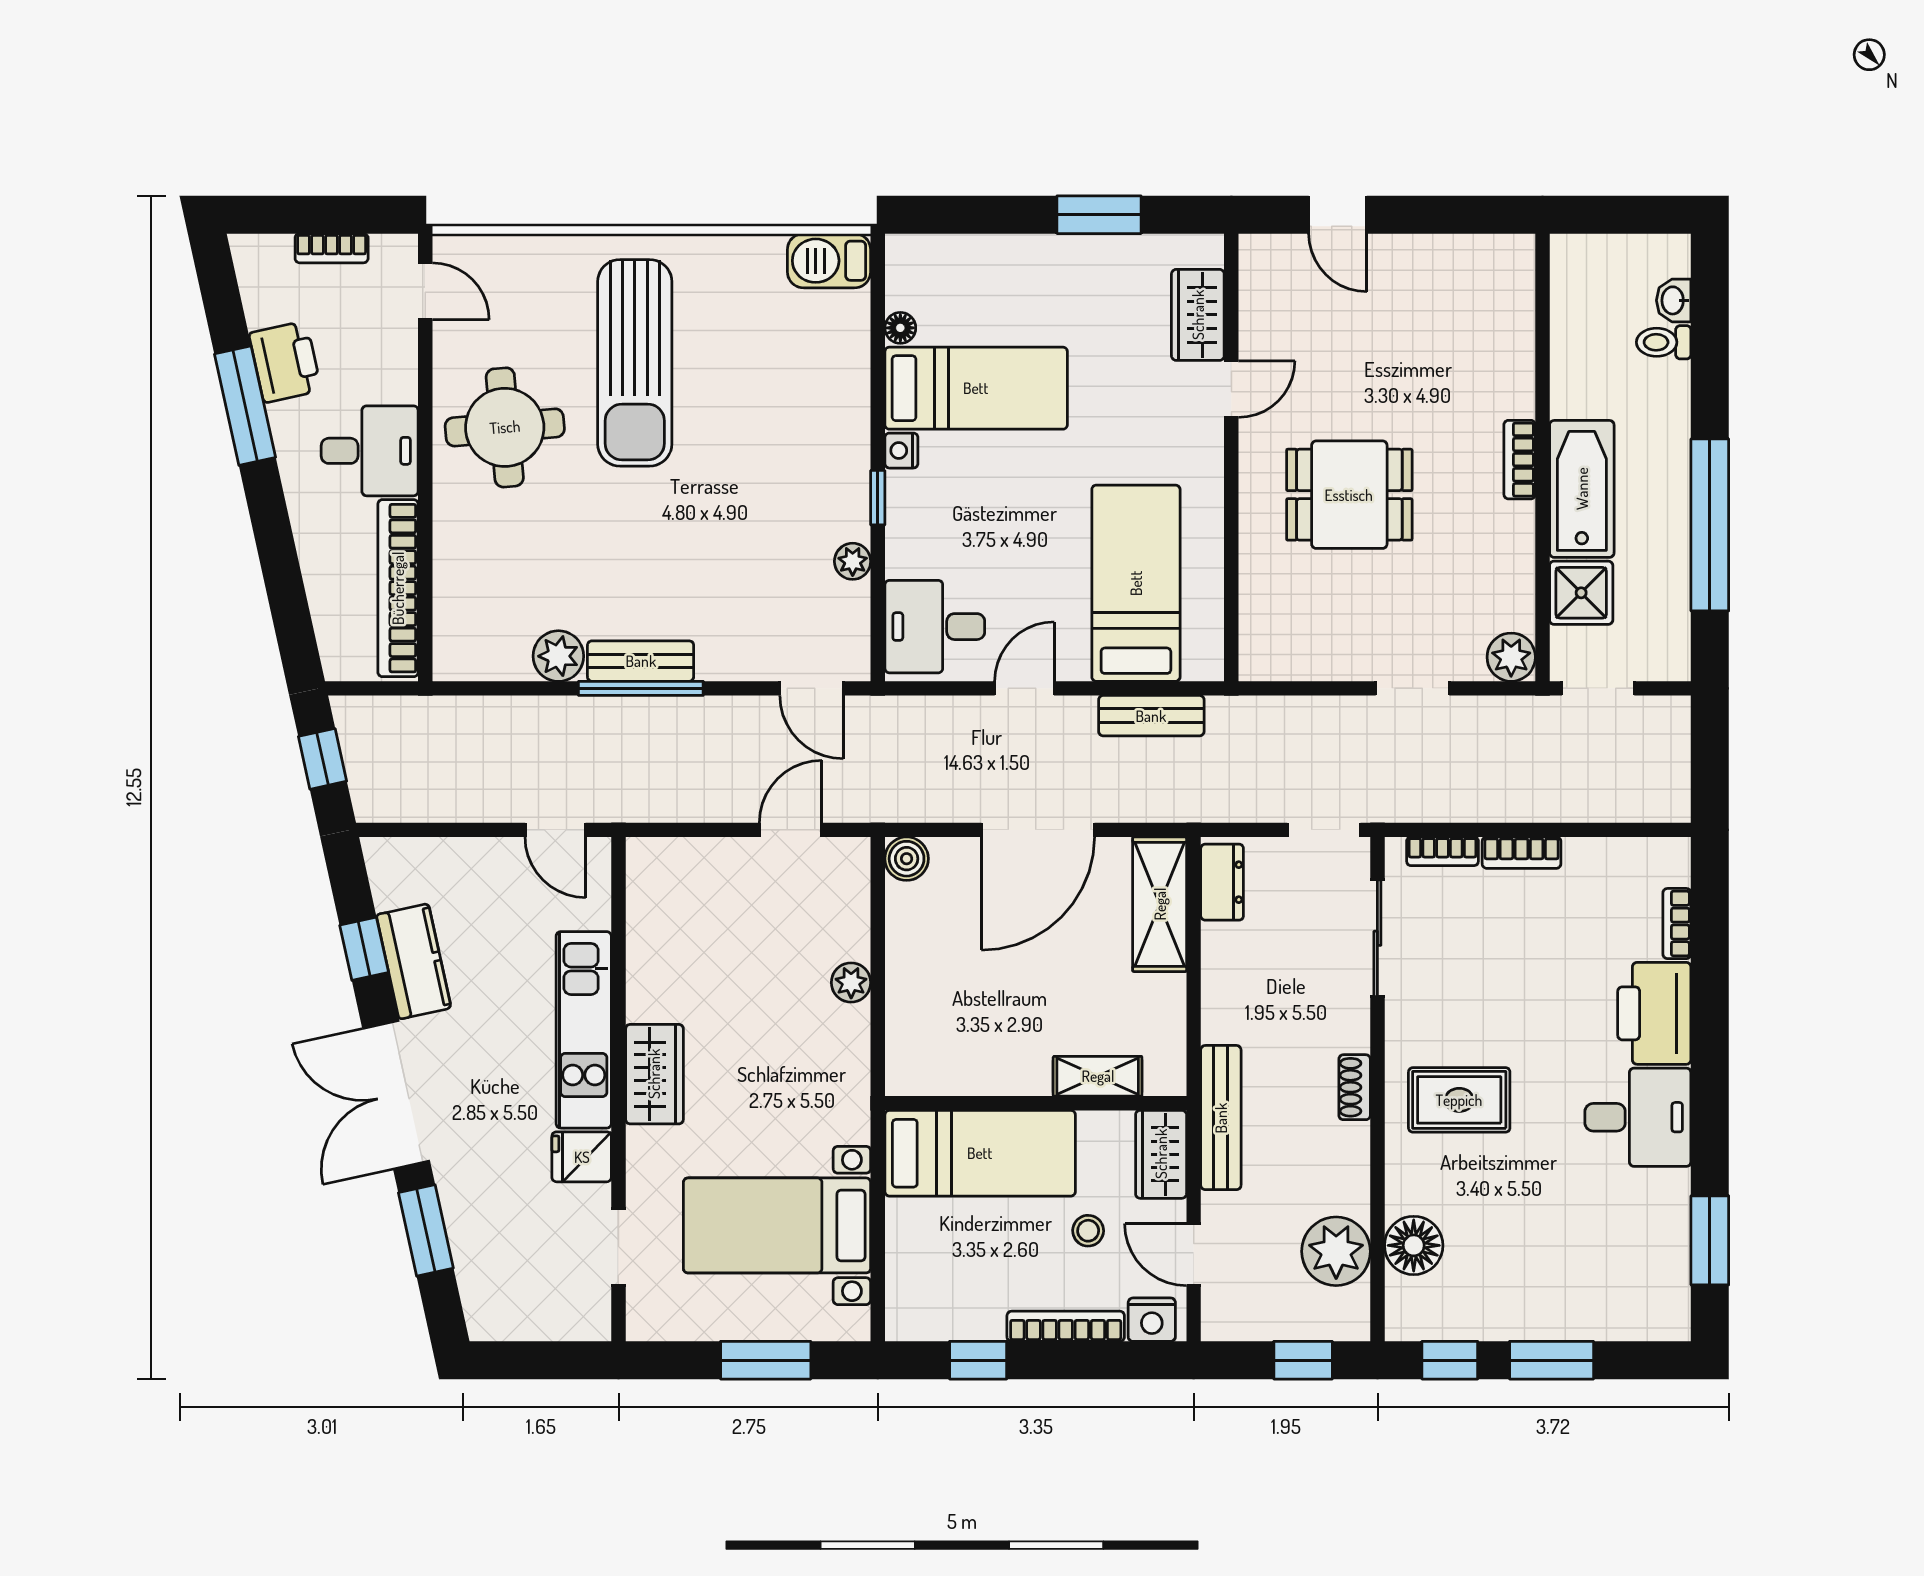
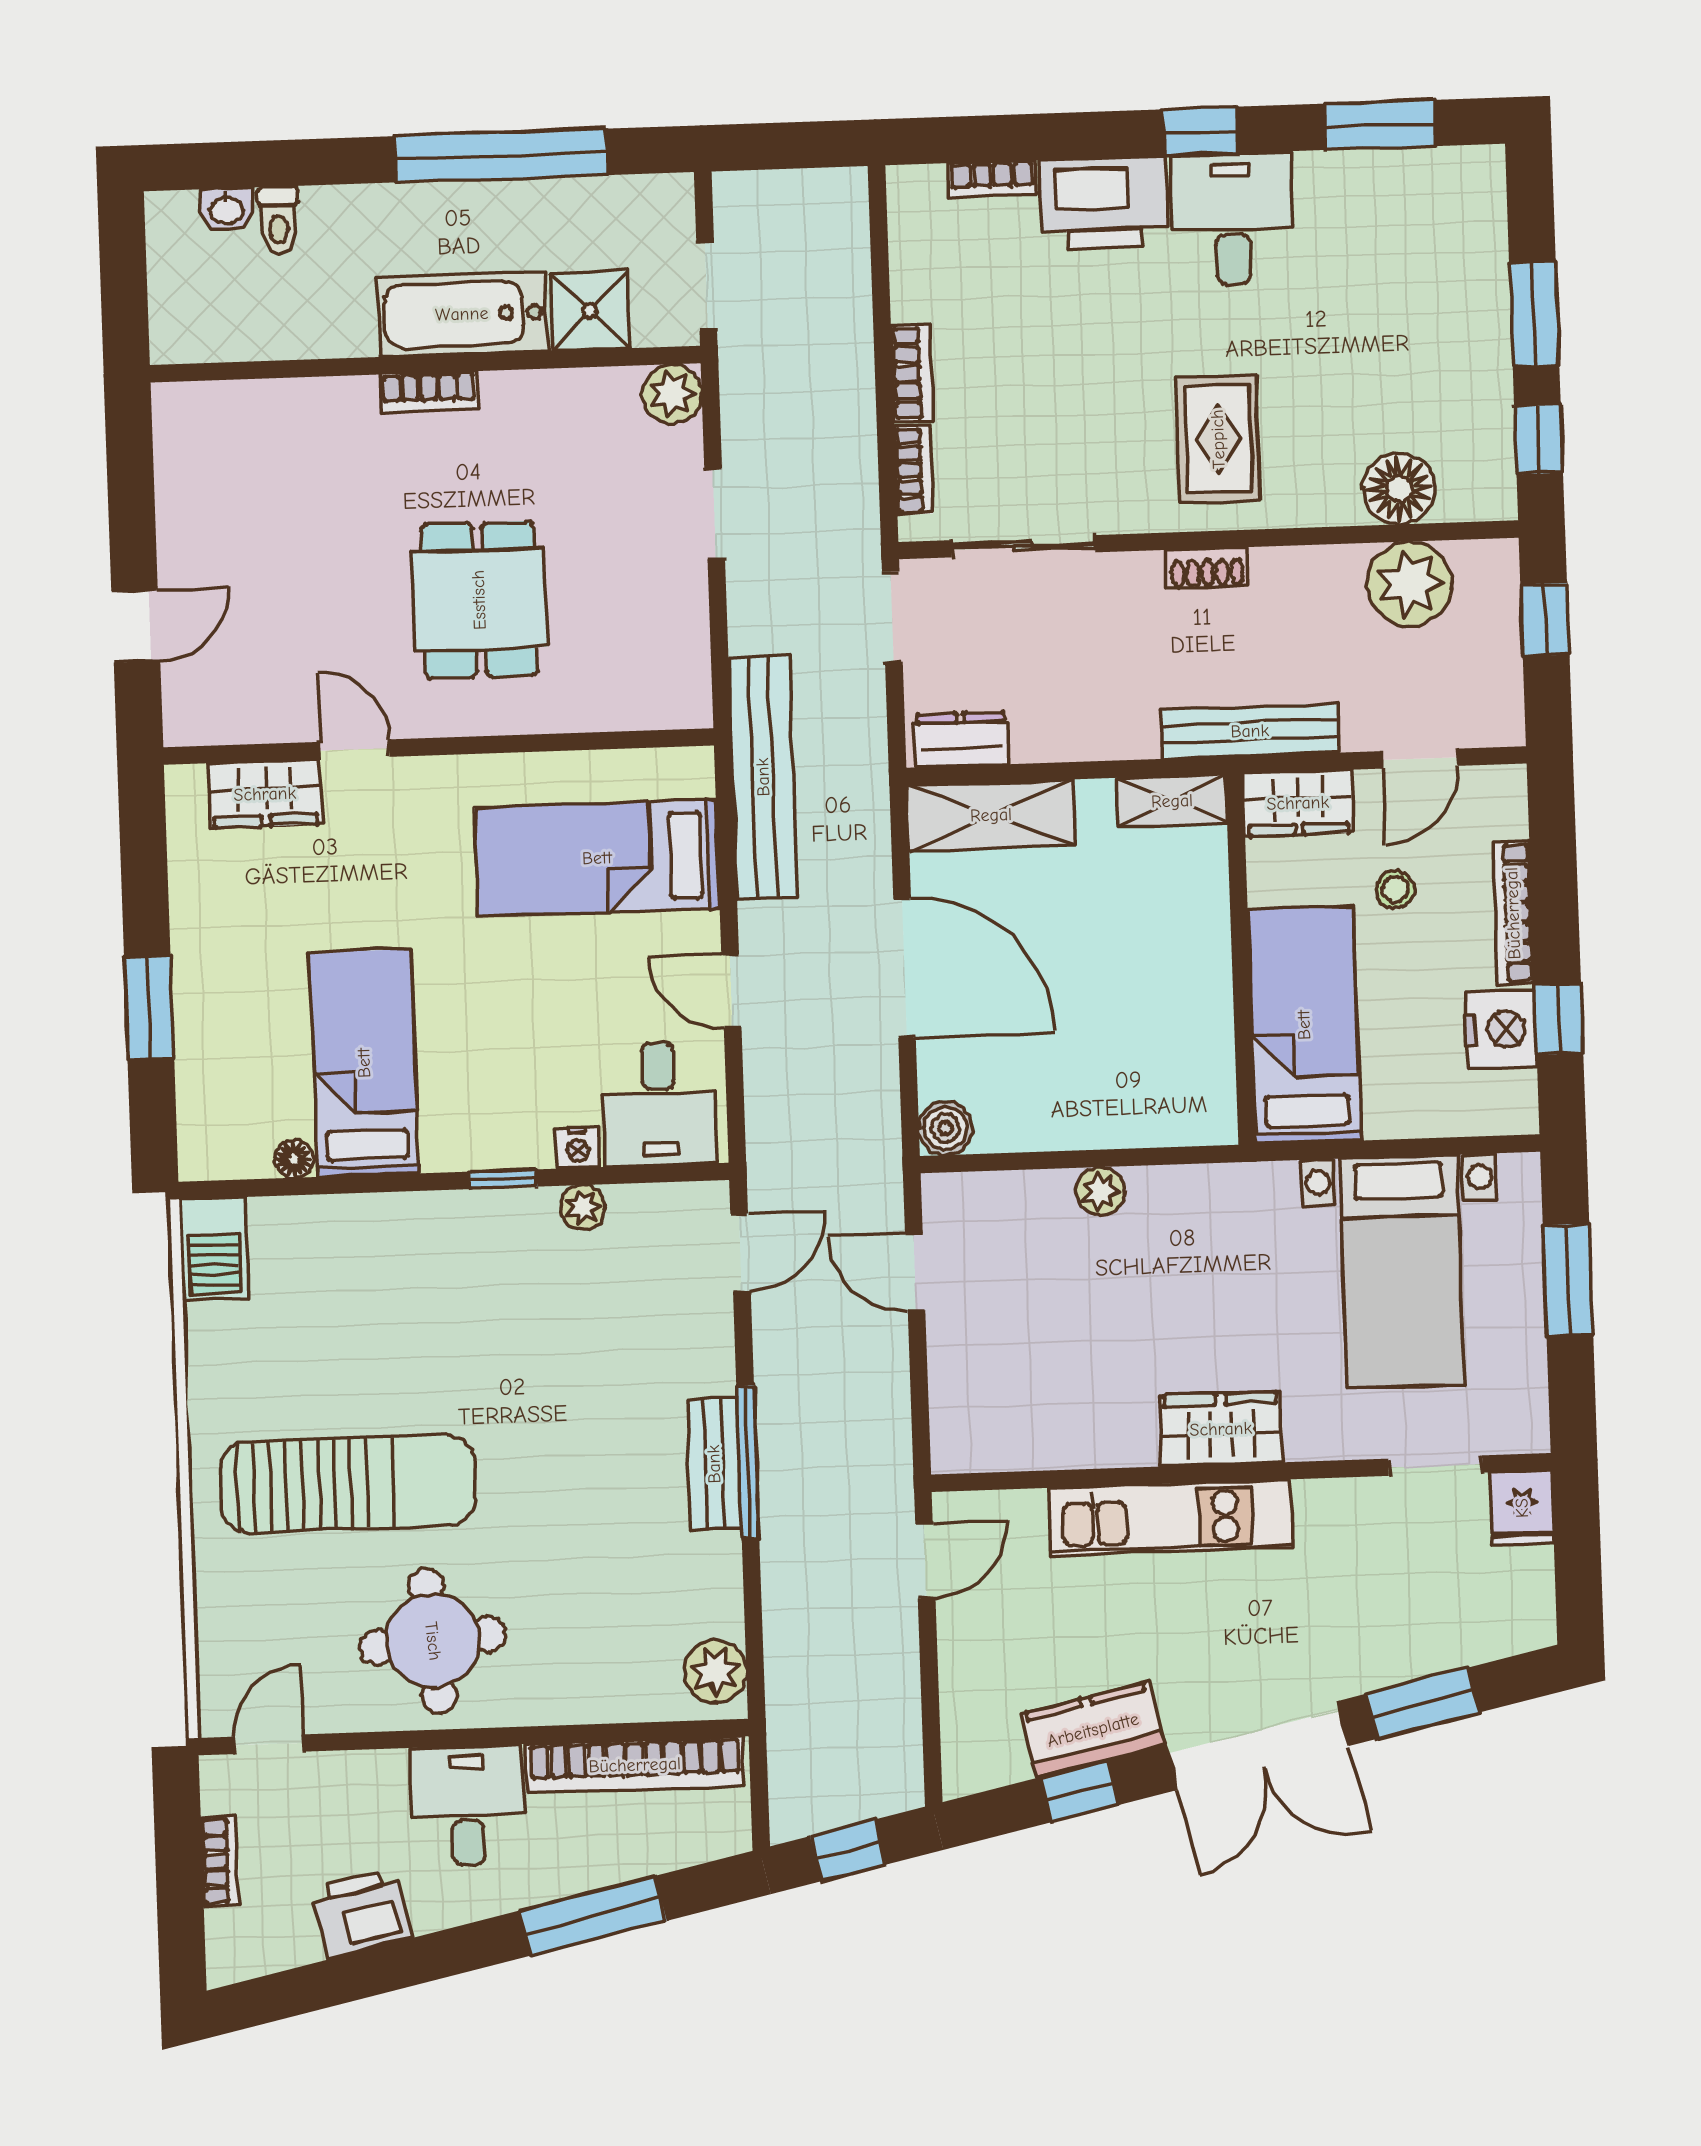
window: (1099, 215) -> (149, 1008), moved
window: (245, 406) -> (593, 1916), moved
nightstand: (901, 451) -> (578, 1148), moved
plant: (558, 656) -> (715, 1672), moved
bench: (1151, 716) -> (763, 777), width x1.86, depth x1.21
shelving: (1098, 1076) -> (1172, 801), moved, turned 90
window: (1710, 1094) -> (1201, 131), added
fridge: (582, 1157) -> (1522, 1508), moved
nightstand: (1152, 1320) -> (1501, 1029), moved, width x1.36, depth x1.33

